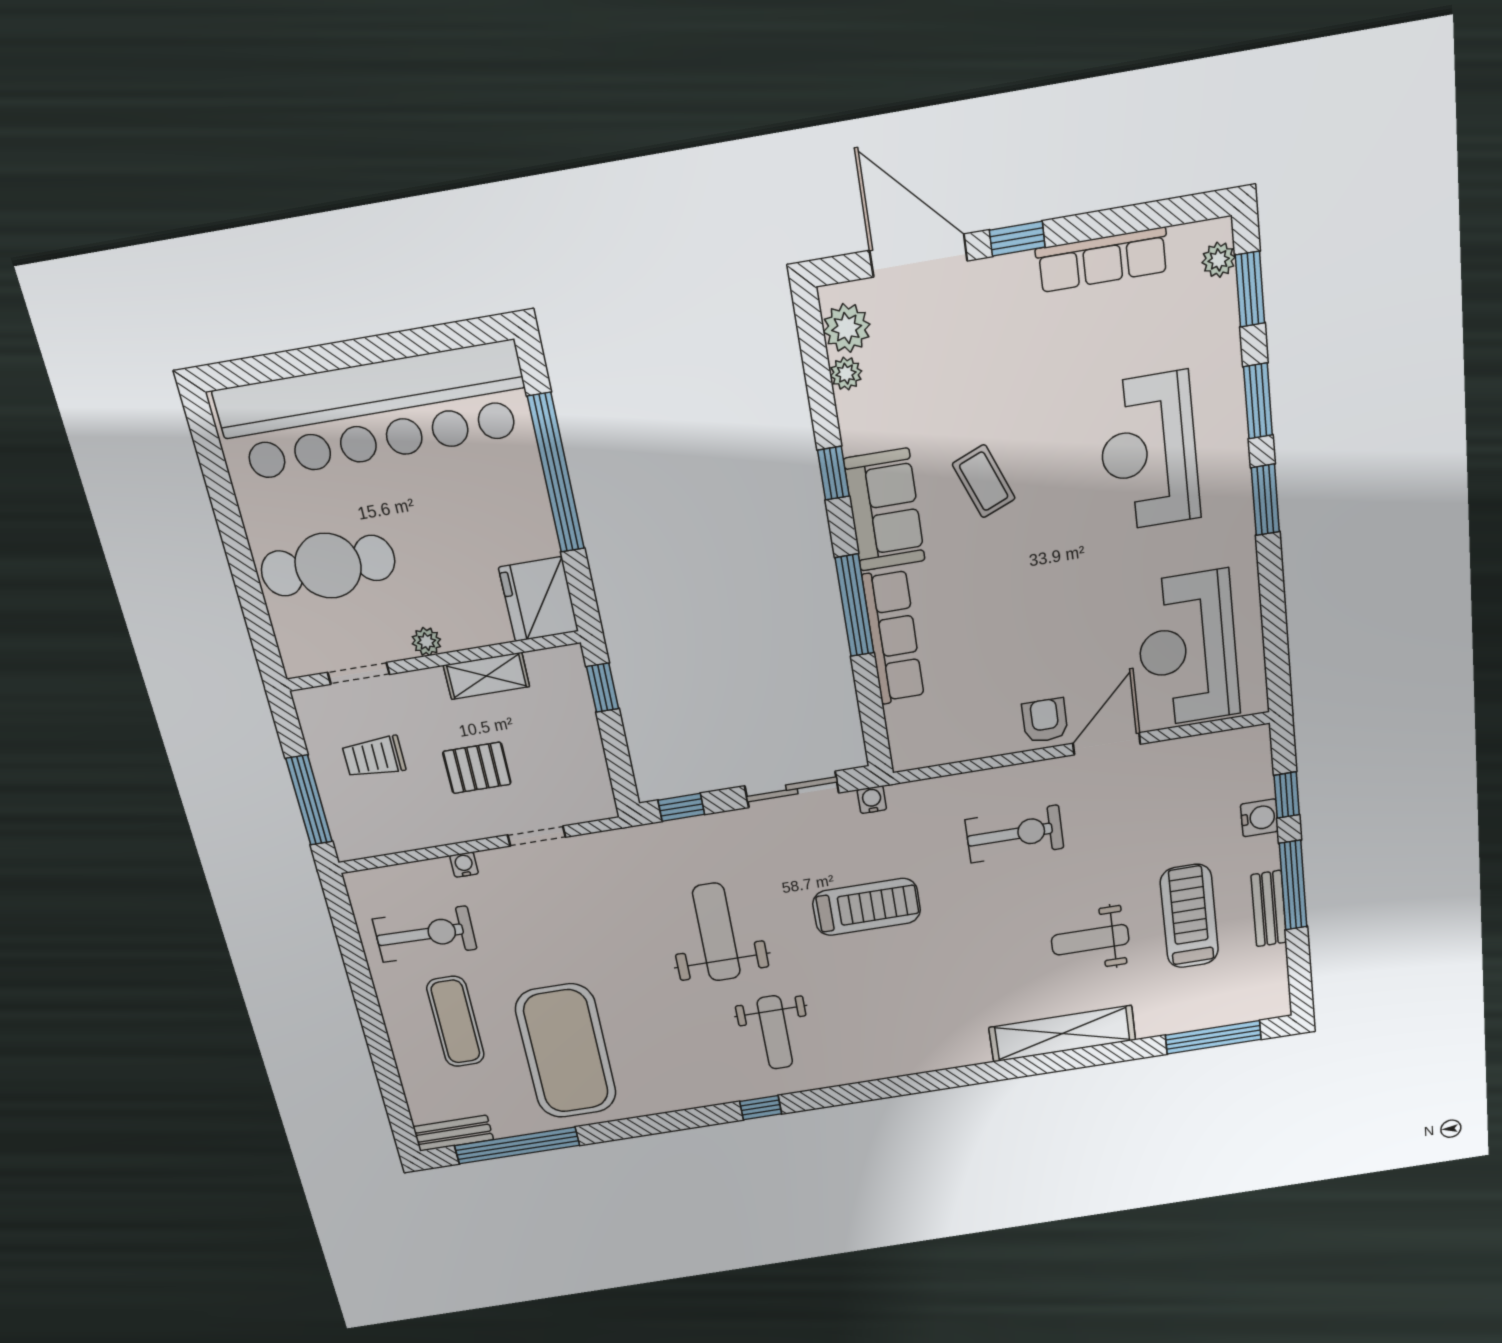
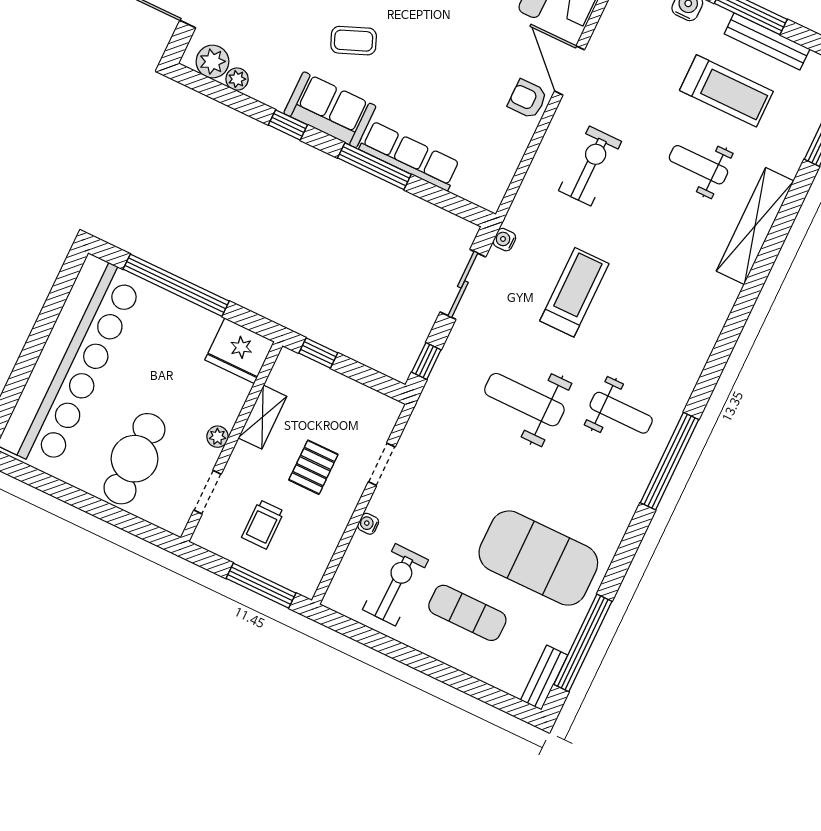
bench: (1269, 909) -> (767, 41), width x1.36
treadmill: (1189, 916) -> (726, 91), turned 180
weight bench: (1090, 940) -> (698, 165), turned 90
window: (761, 1108) -> (670, 461), width x3.17

